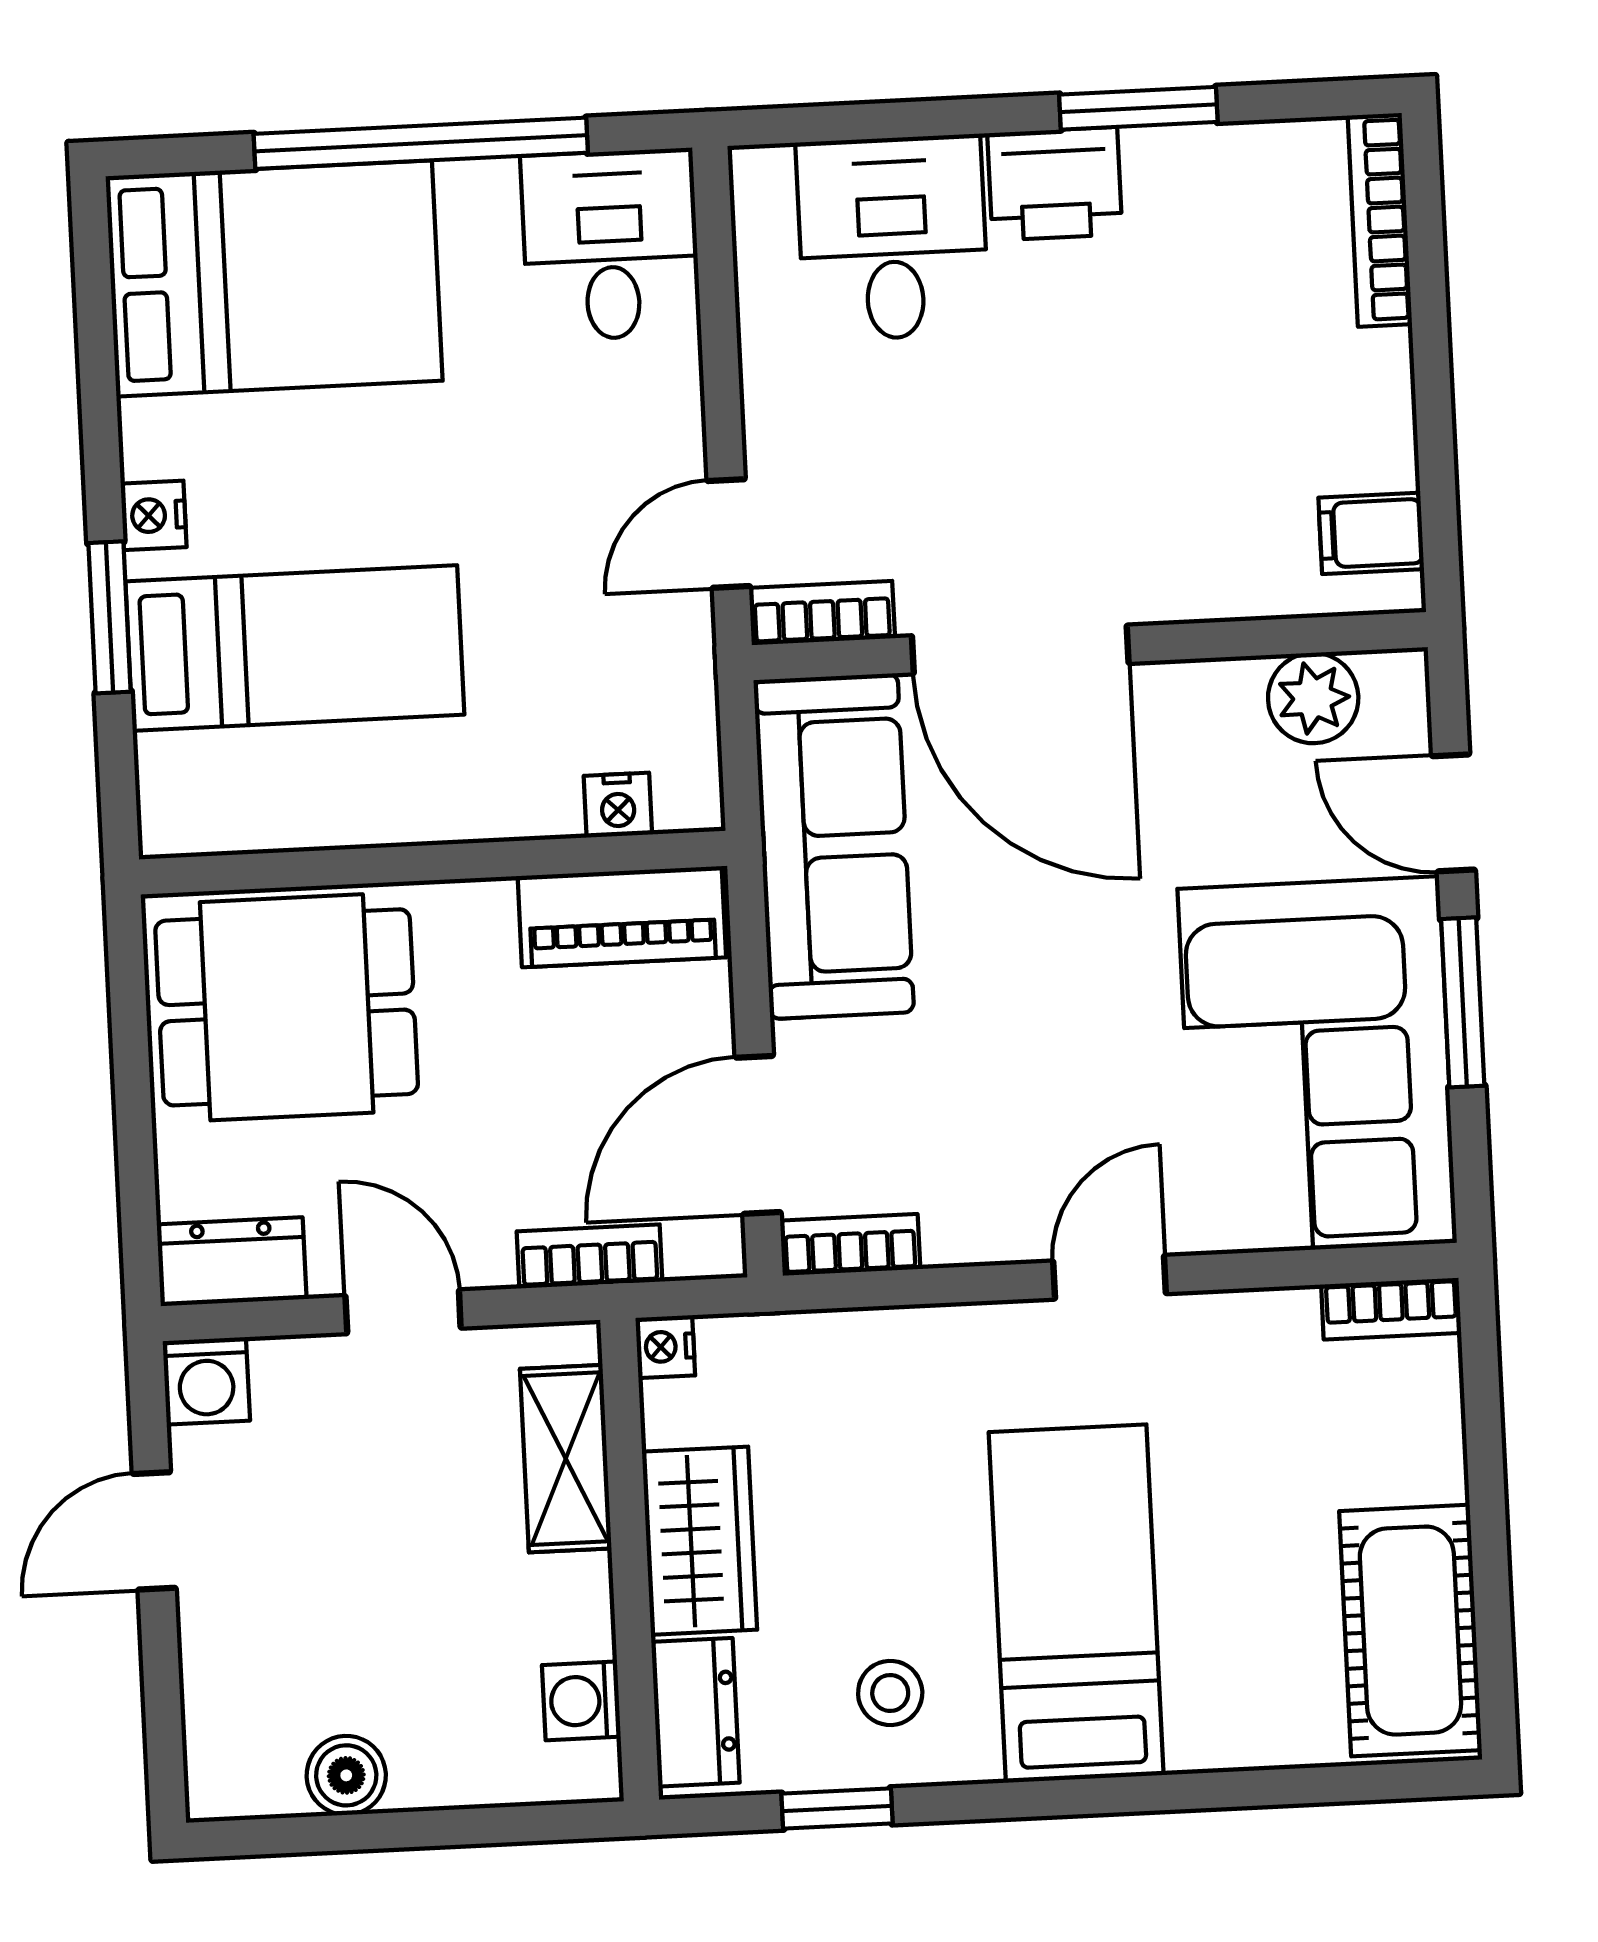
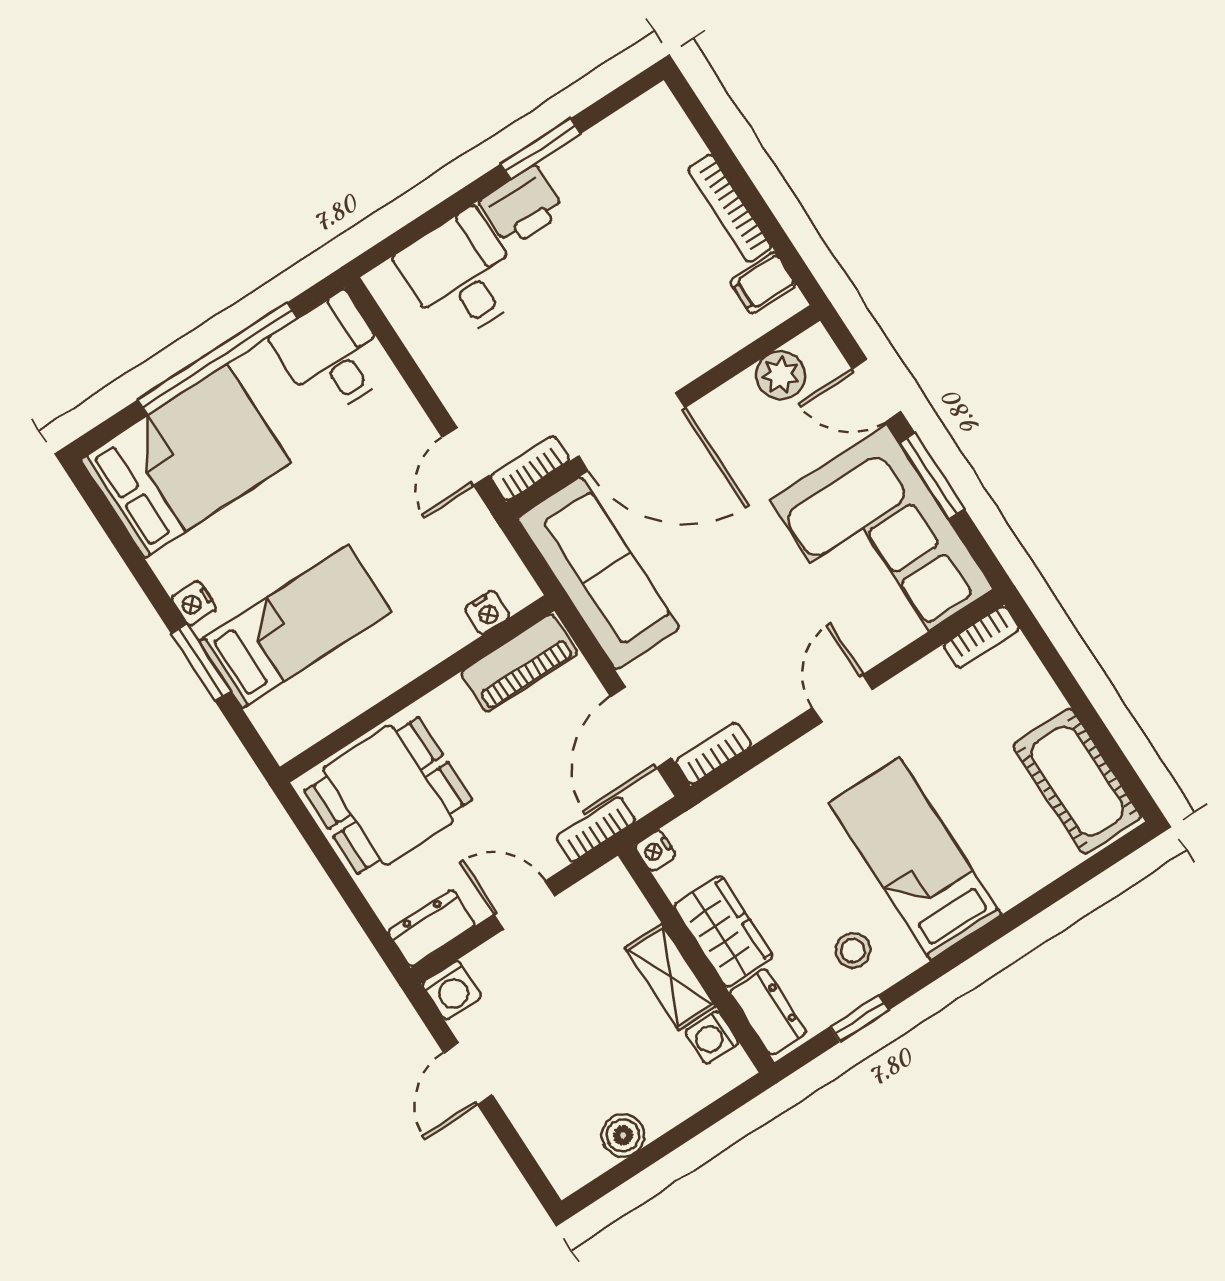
bookcase: (1380, 220) -> (730, 208), moved
shelving: (566, 1459) -> (670, 977), moved

